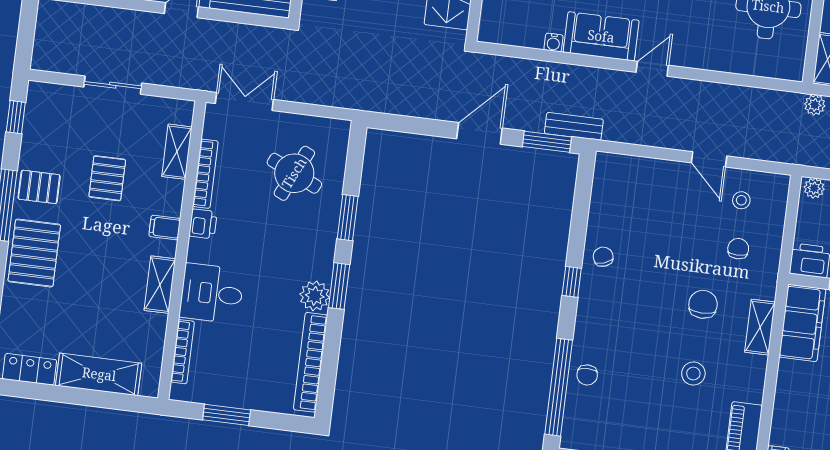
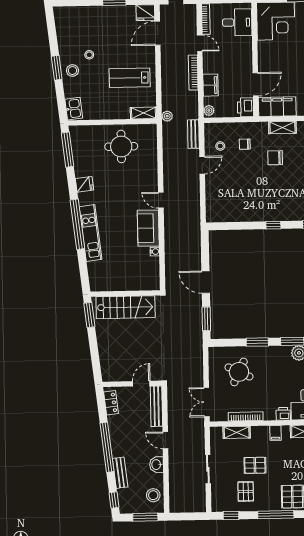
bench: (574, 126) -> (193, 134), moved
window: (547, 142) -> (206, 319), moved
pallet: (39, 187) -> (246, 491), moved
printer: (203, 224) -> (283, 414), moved
chair: (603, 257) -> (258, 211), removed

